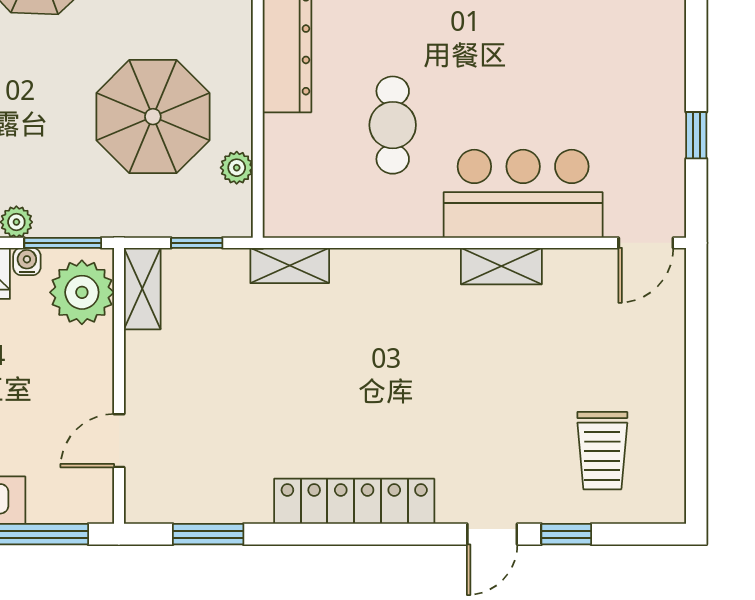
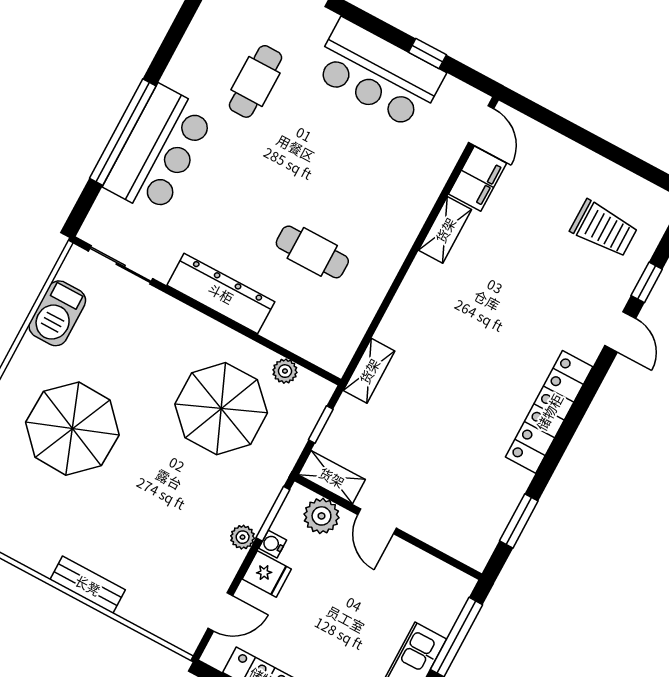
bar counter: (523, 194) -> (378, 74), moved, turned -90
filing cabinet: (581, 272) -> (478, 179), added
plant: (82, 292) -> (321, 516), width x0.73, depth x0.73
door: (119, 441) -> (377, 521), moved

